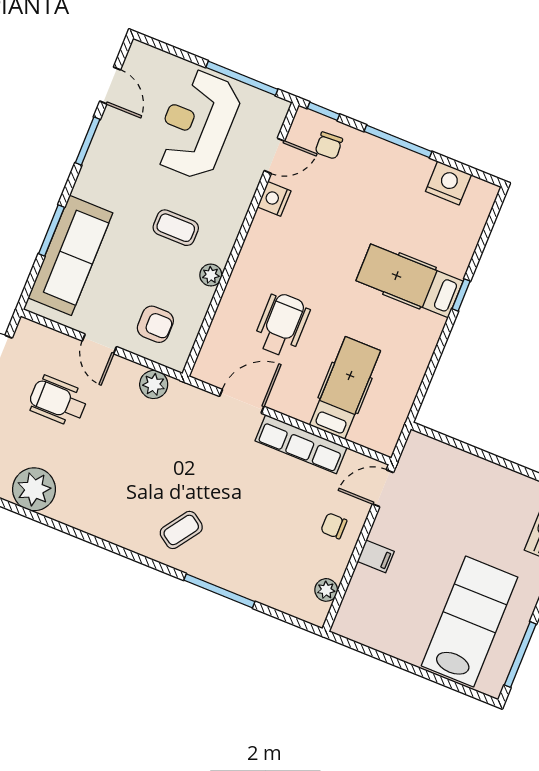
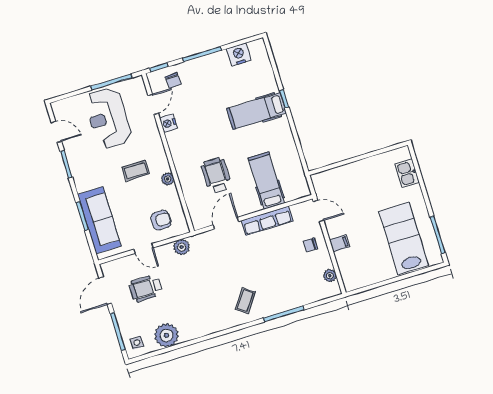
door: (383, 488) -> (319, 211), swing flipped

